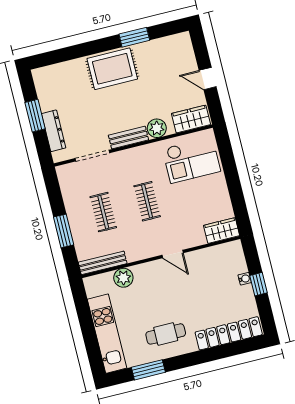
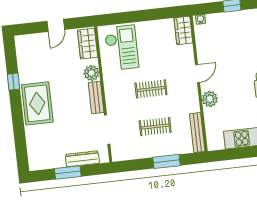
window: (134, 37) -> (14, 82), width x0.67
plant: (123, 278) -> (210, 99), moved
water cooler: (245, 279) -> (201, 19), moved

